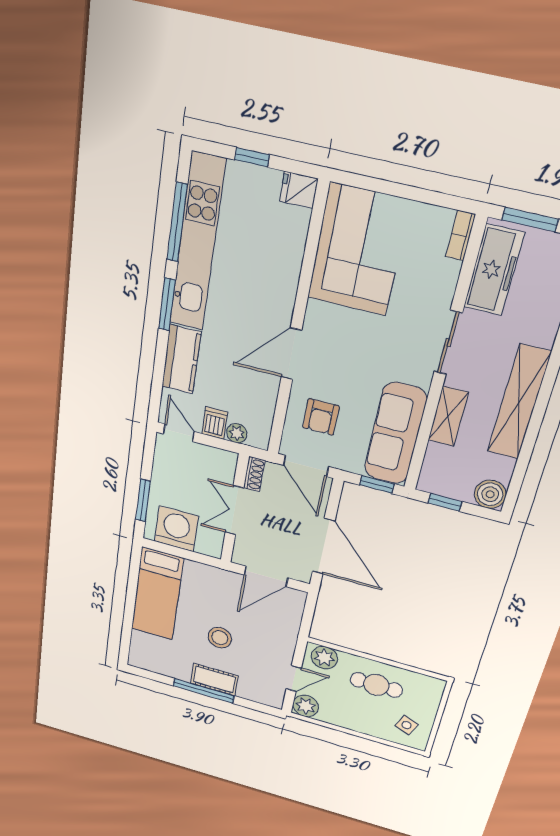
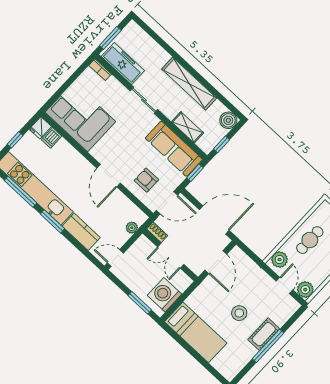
shelving: (448, 416) -> (188, 127), moved
armchair: (321, 417) -> (146, 180), turned 180
dishwasher: (215, 423) -> (51, 138), moved, turned -90

